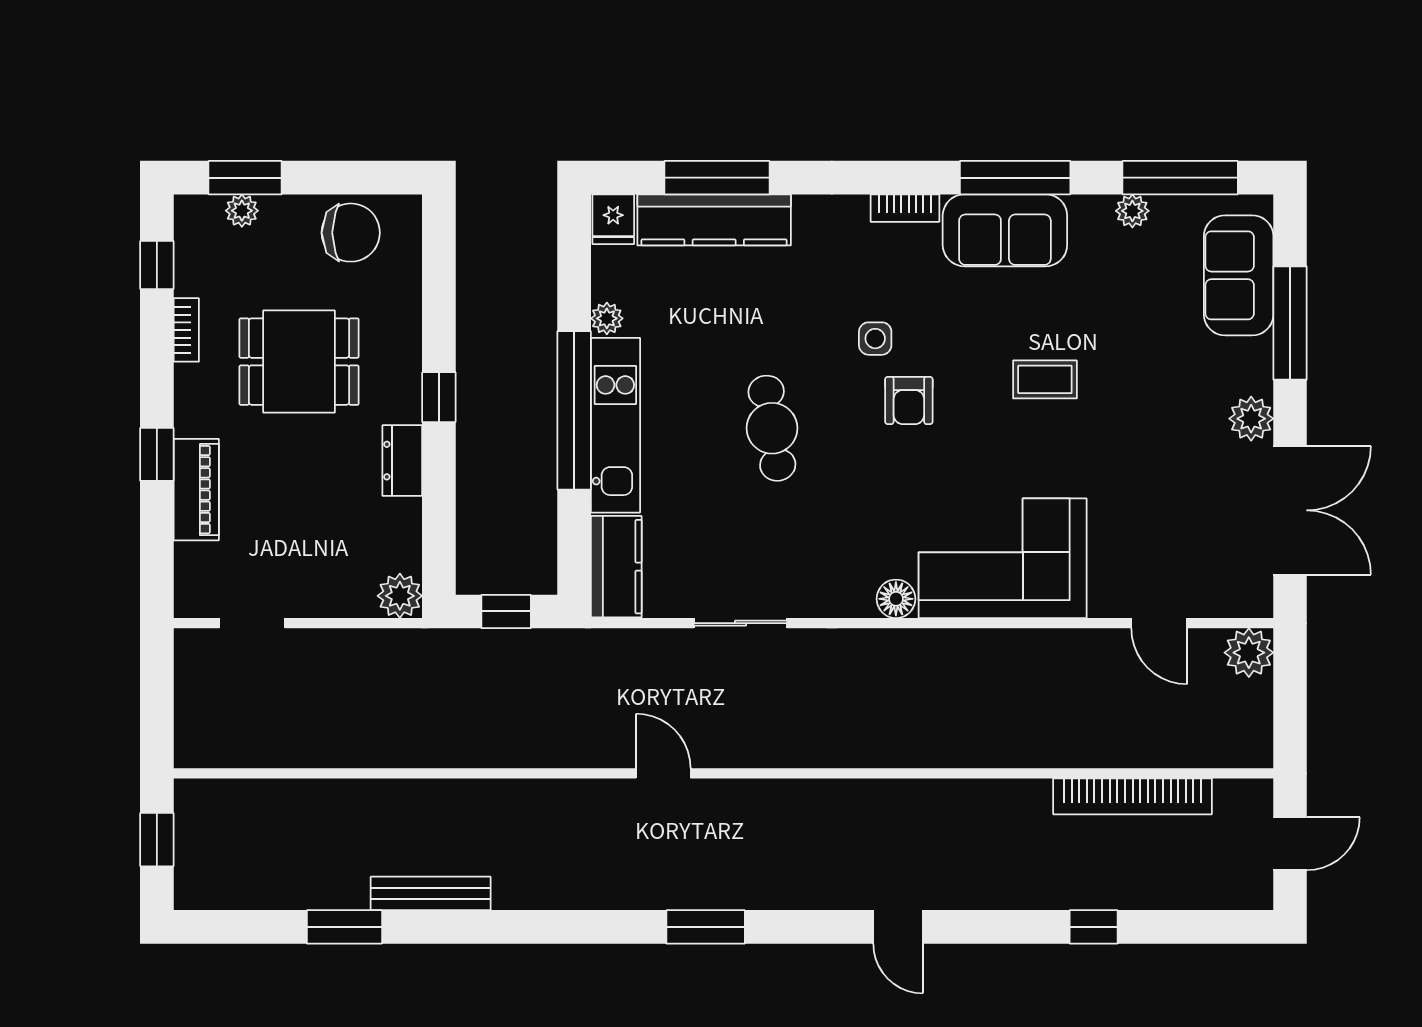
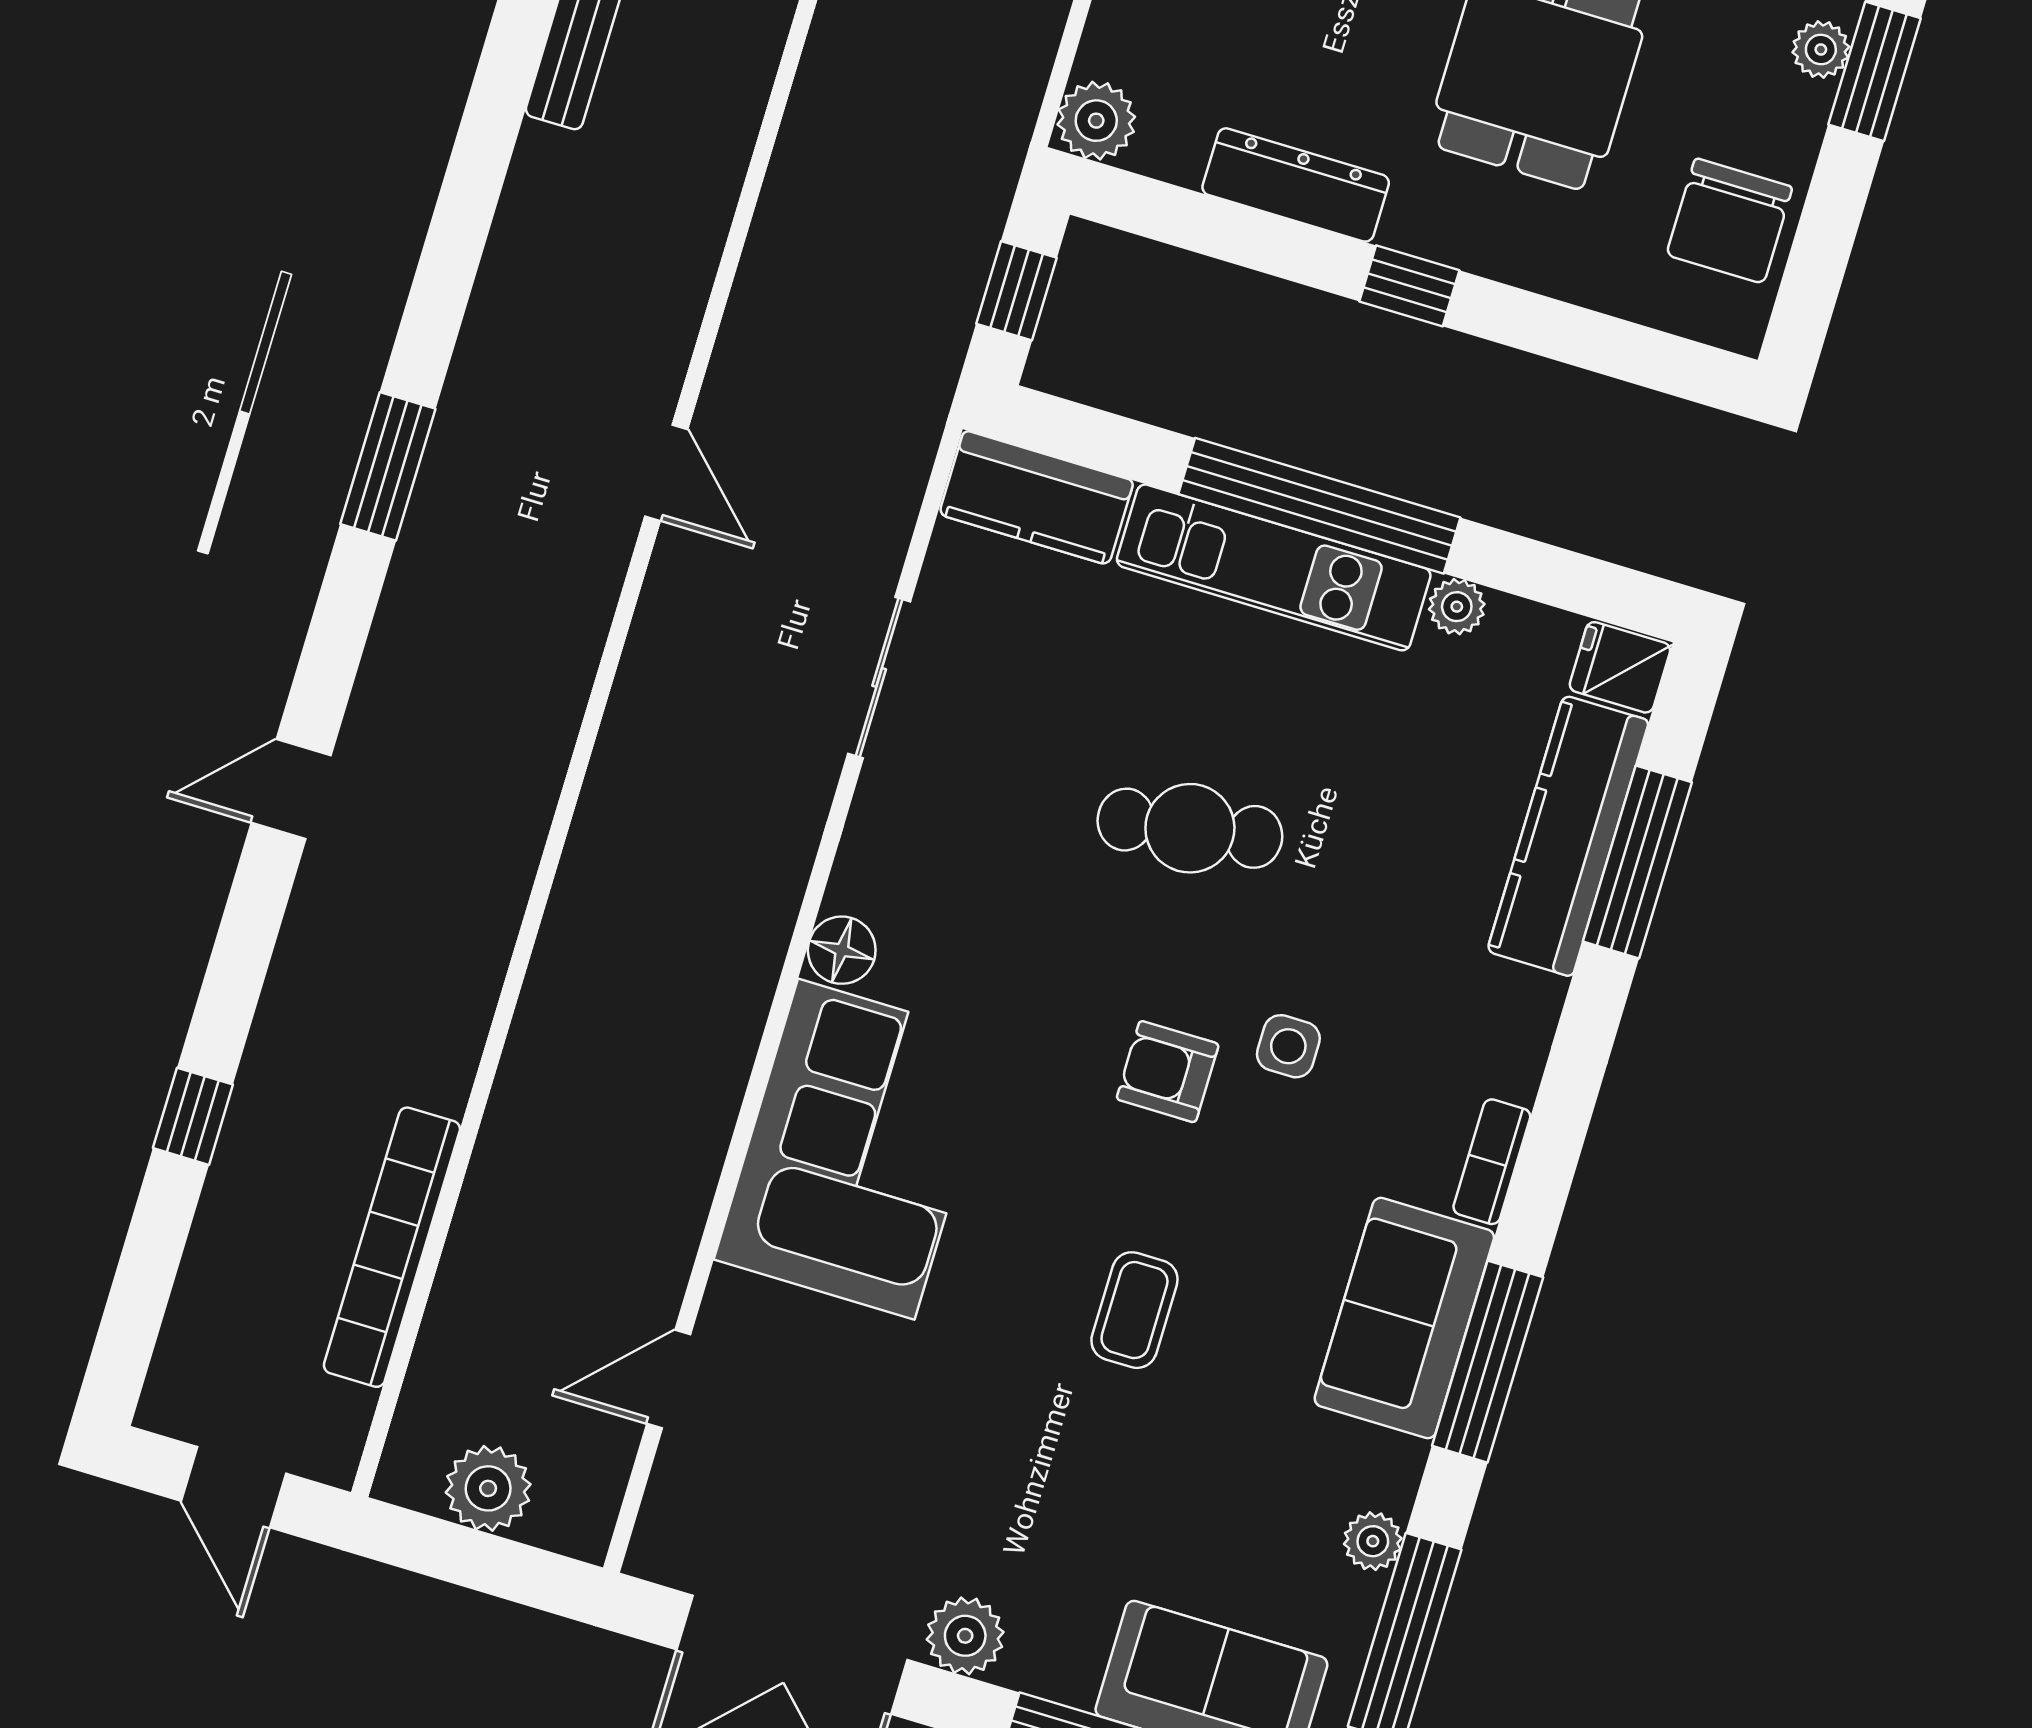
dresser: (402, 461) -> (1296, 185), width x1.44
plant: (1249, 653) -> (488, 1488), moved
door: (663, 773) -> (666, 473), hinge flipped

